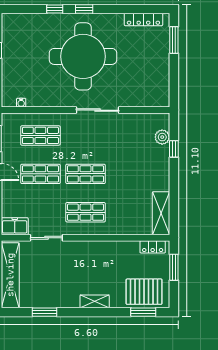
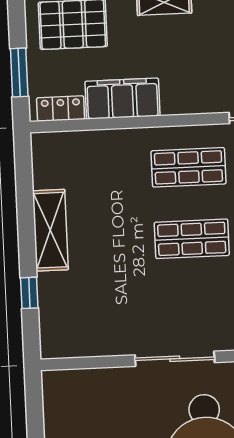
plant: (162, 137) -> (52, 314), removed
shelving: (161, 213) -> (50, 230), moved
filing cabinet: (119, 251) -> (122, 99), added

